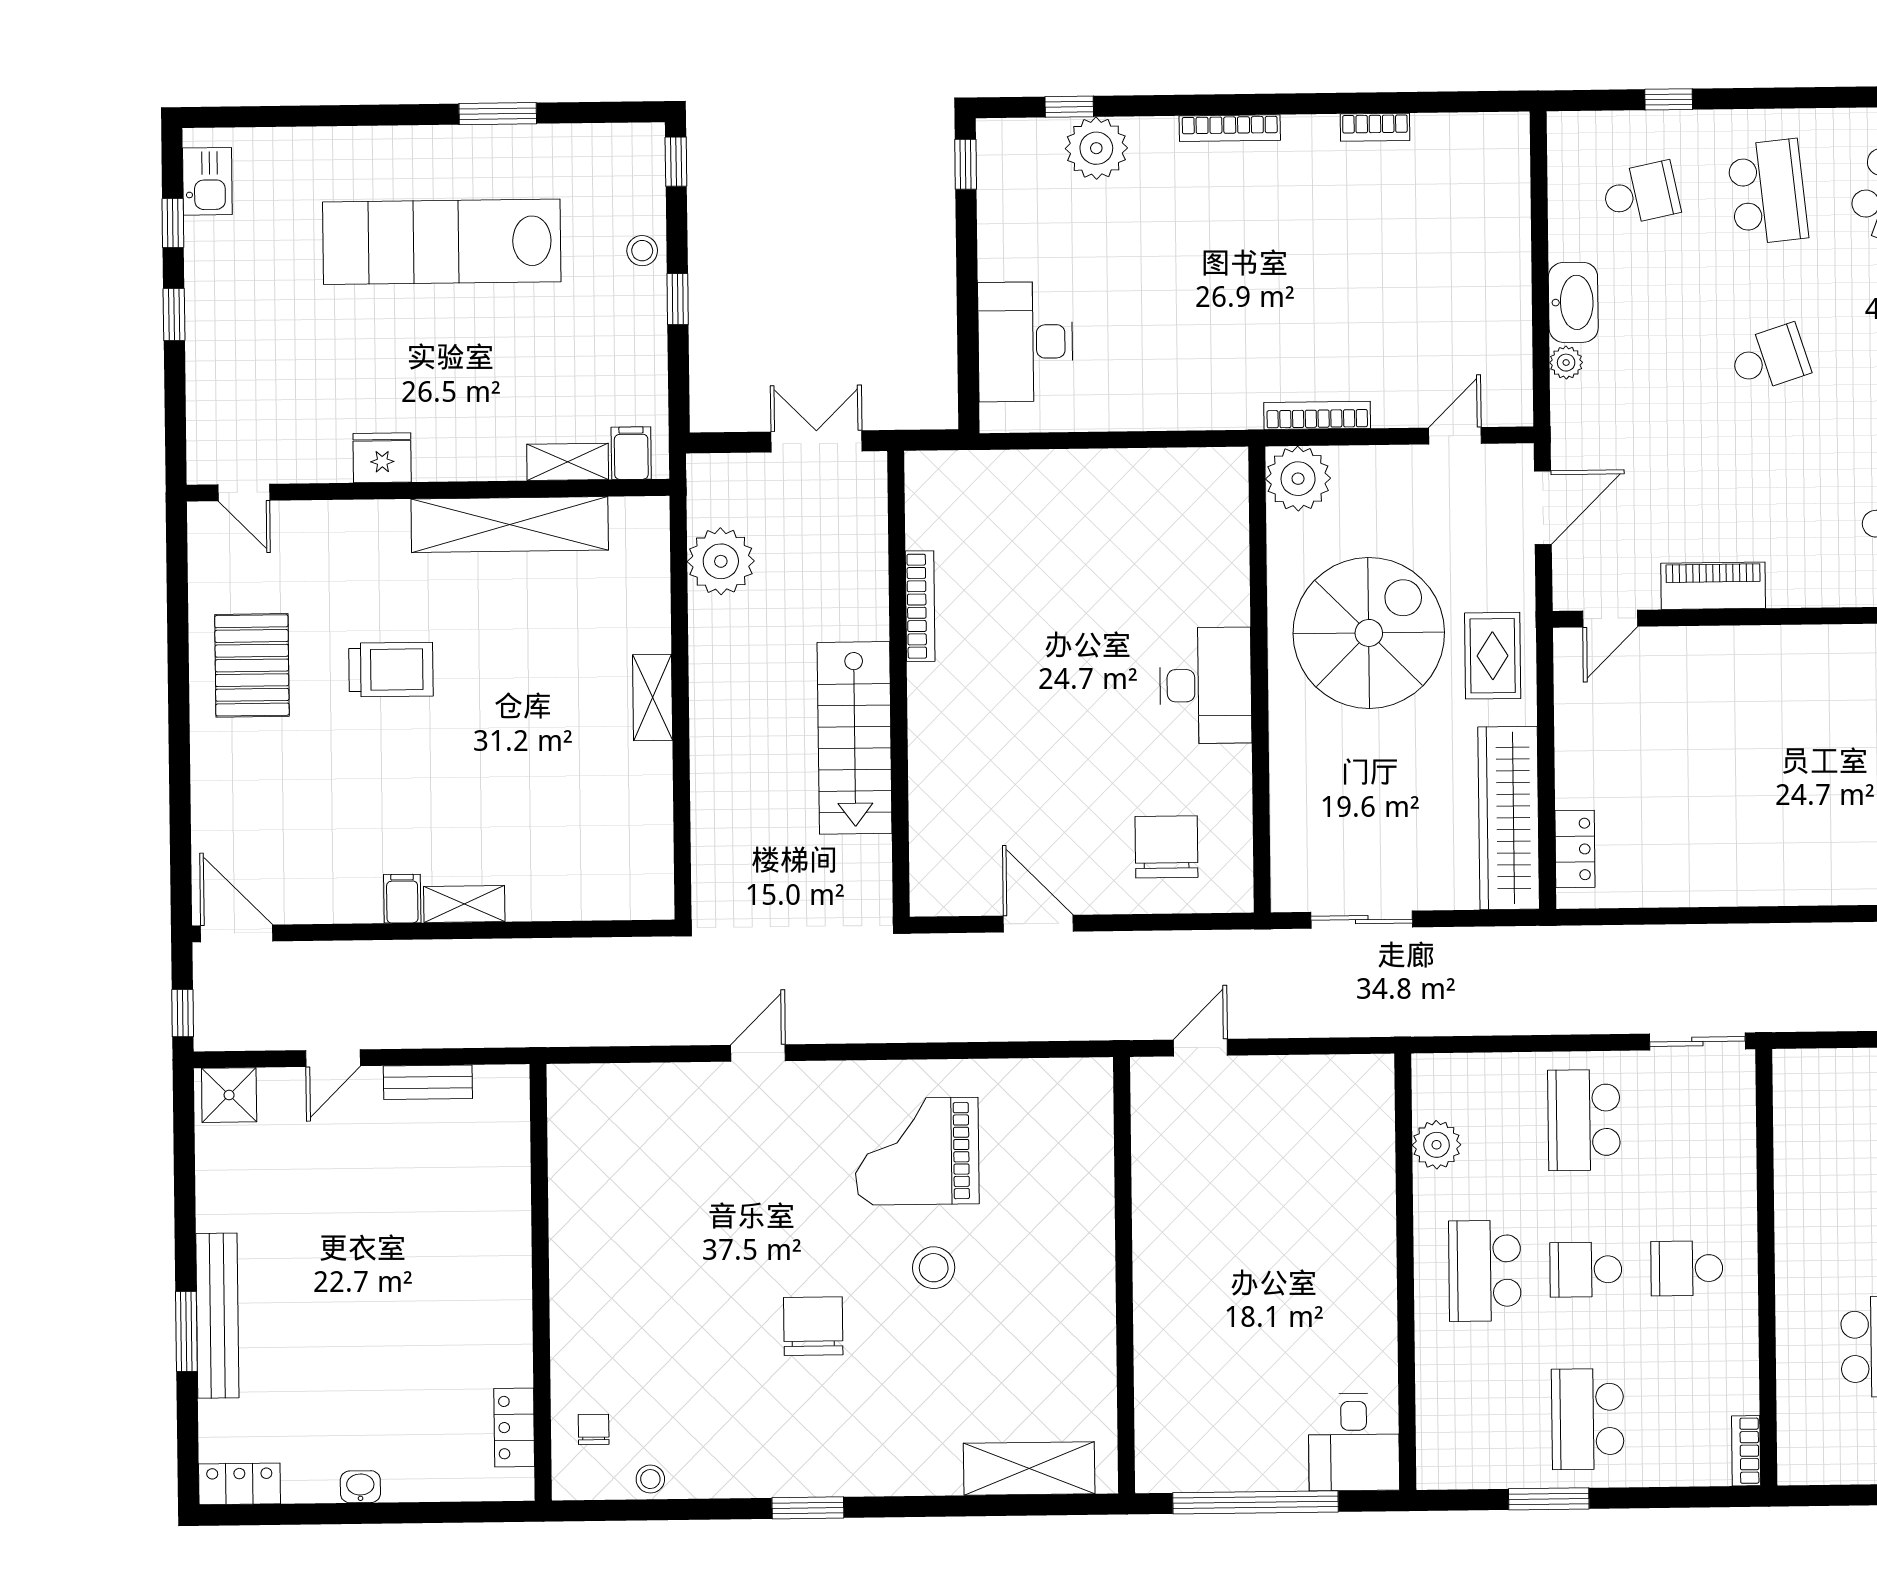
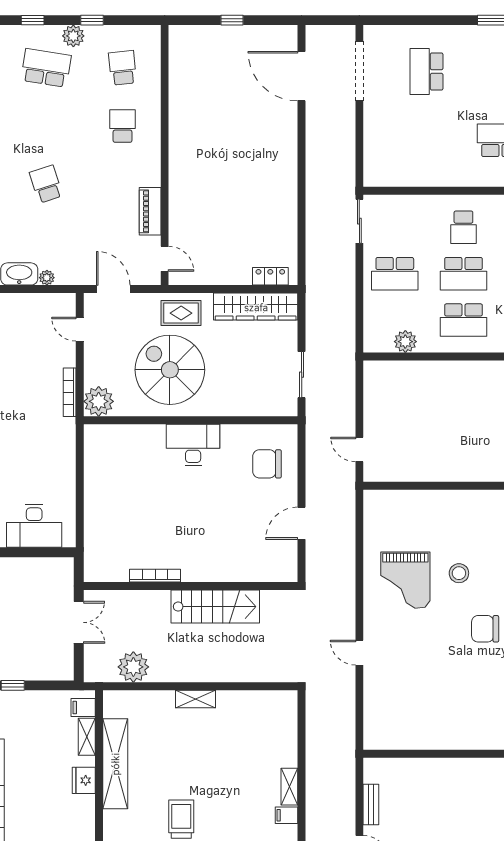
double door: (816, 441) -> (79, 622), swing flipped
fridge: (382, 458) -> (84, 780), moved
school desk: (1586, 1270) -> (463, 274), width x1.85

